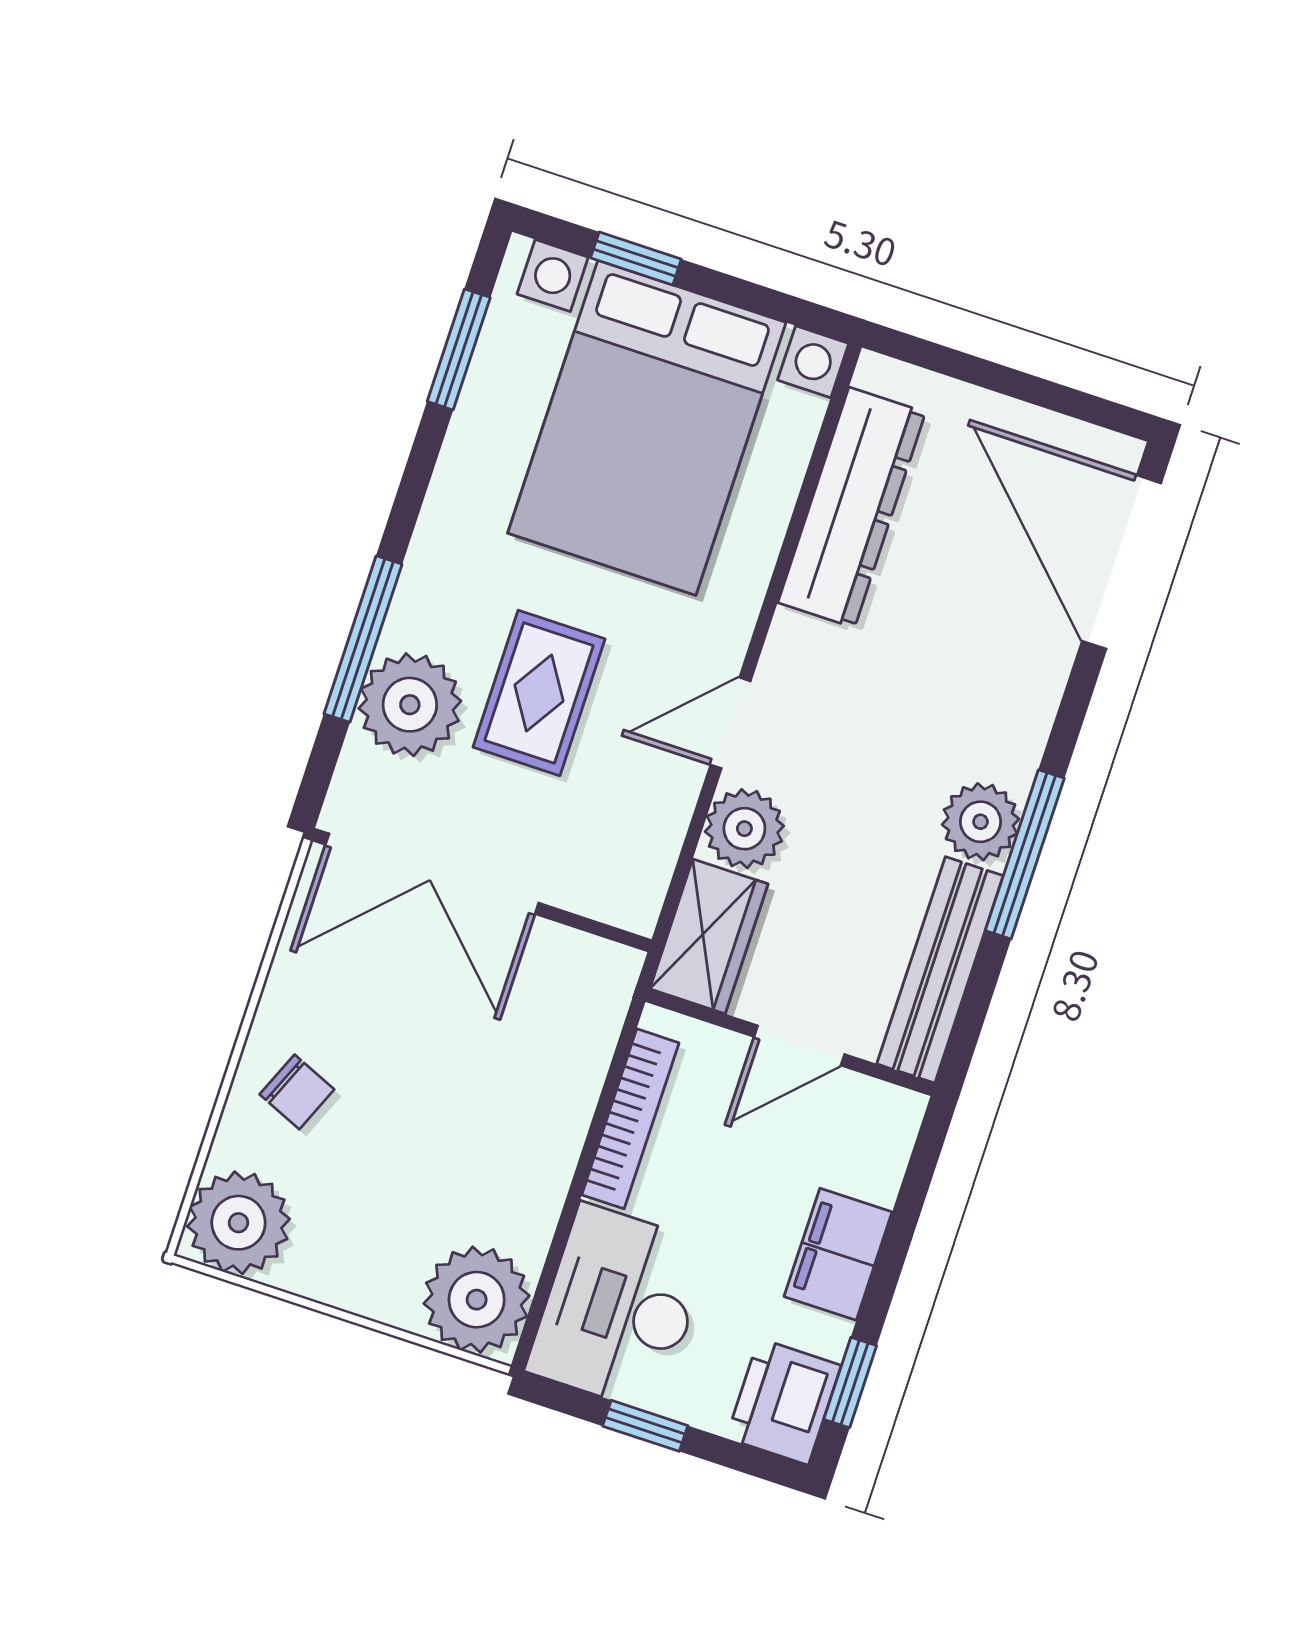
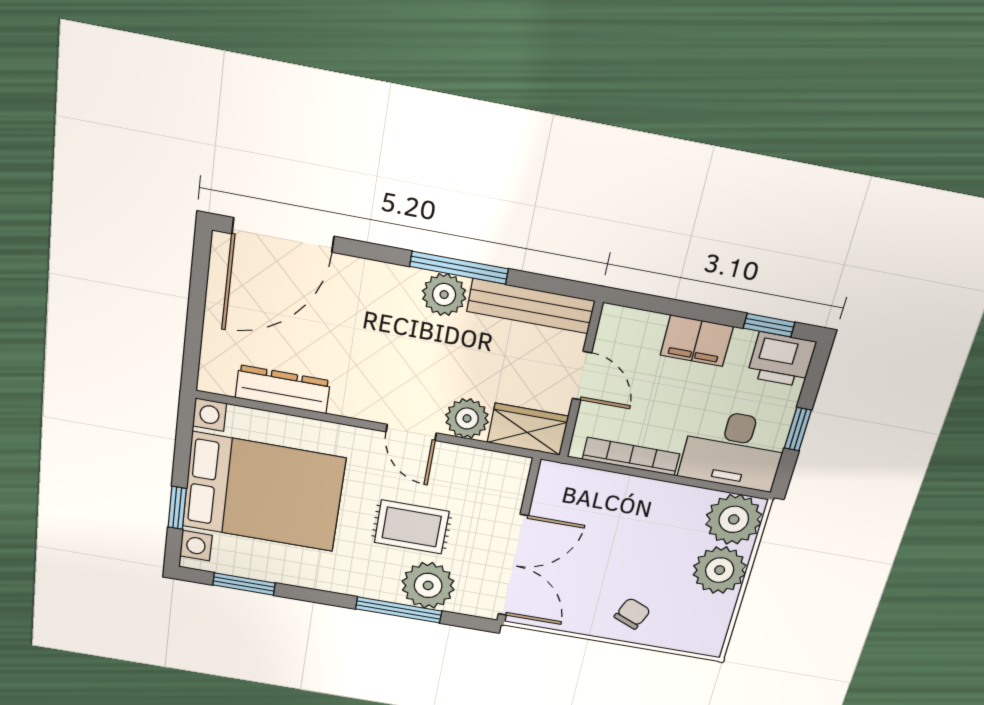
dresser: (852, 507) -> (283, 389), width x0.73, depth x0.80
plant: (238, 1223) -> (720, 570), moved

